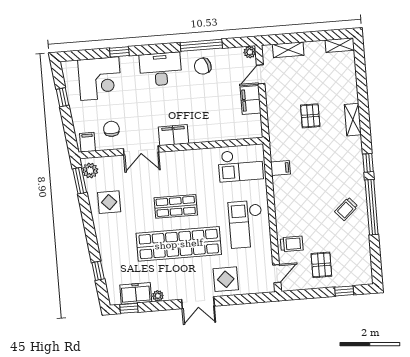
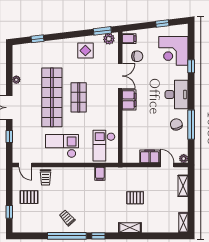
double door: (141, 150) -> (120, 76), swing flipped
display table: (226, 279) -> (24, 129), removed
freezer: (136, 293) -> (19, 64), removed
window: (129, 308) -> (9, 137), moved

